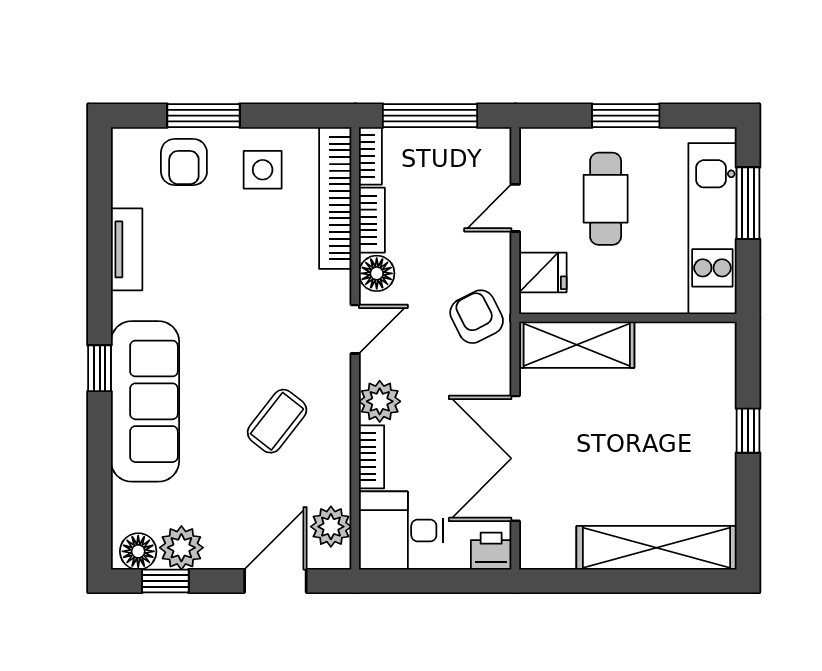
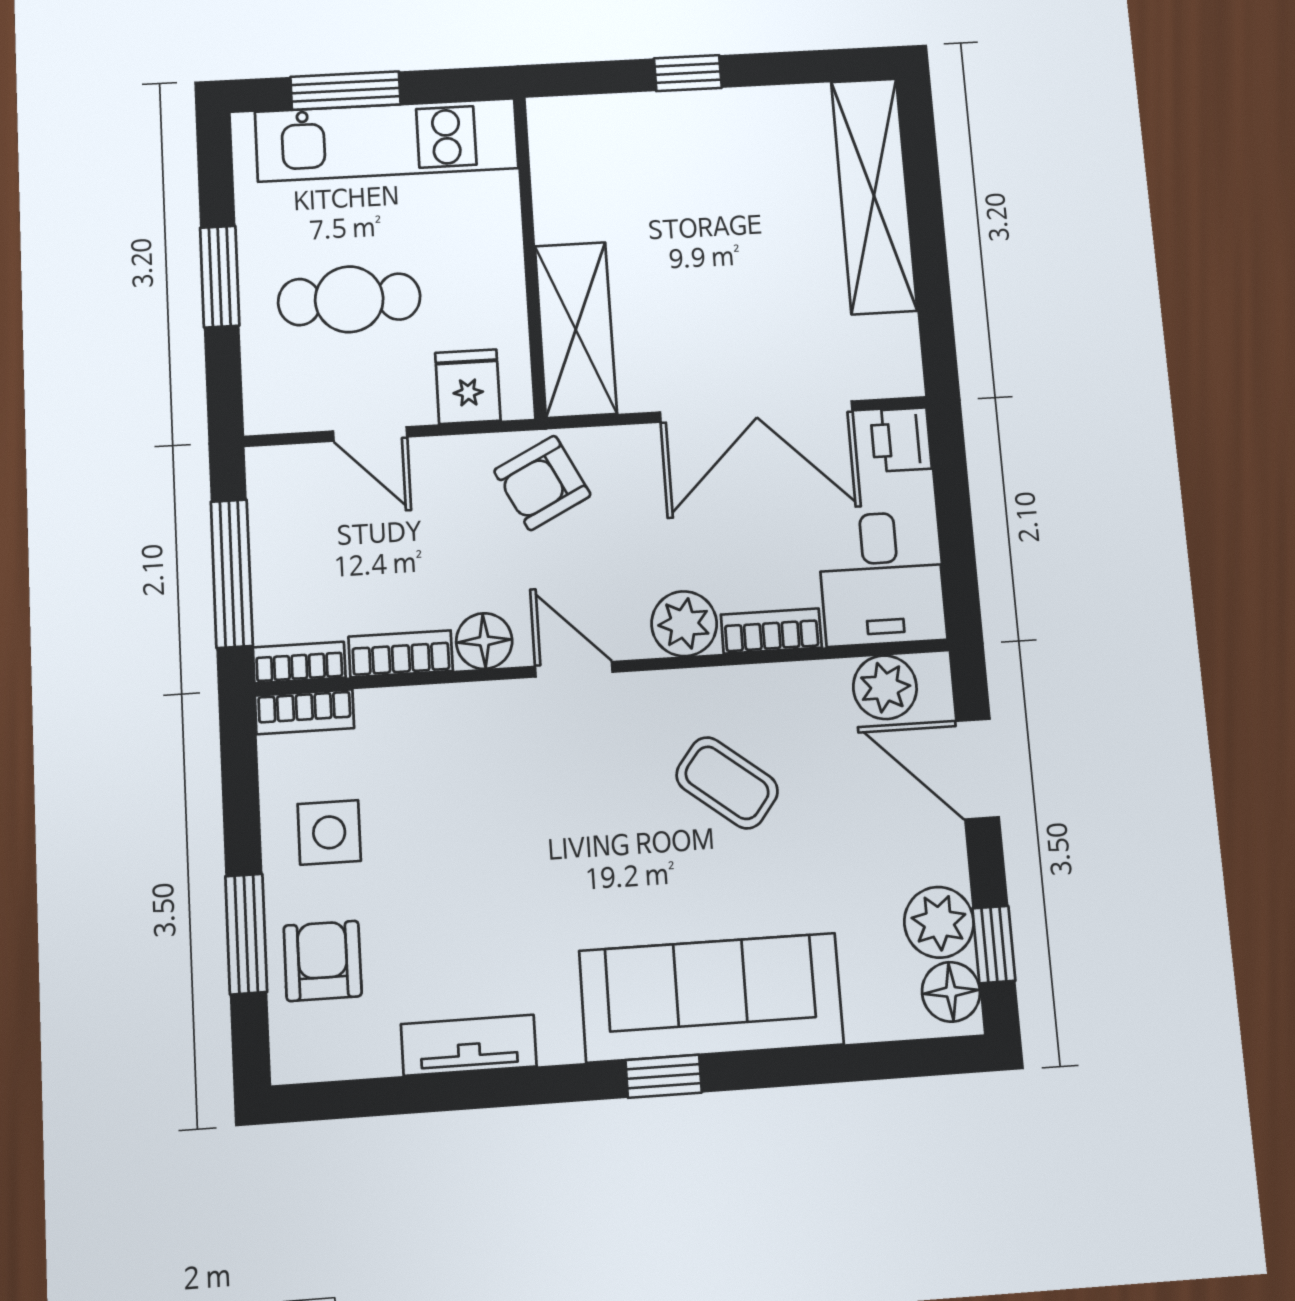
armchair: (184, 162) -> (323, 961), turned -90
bookcase: (335, 198) -> (304, 712), width x0.43, depth x0.76

